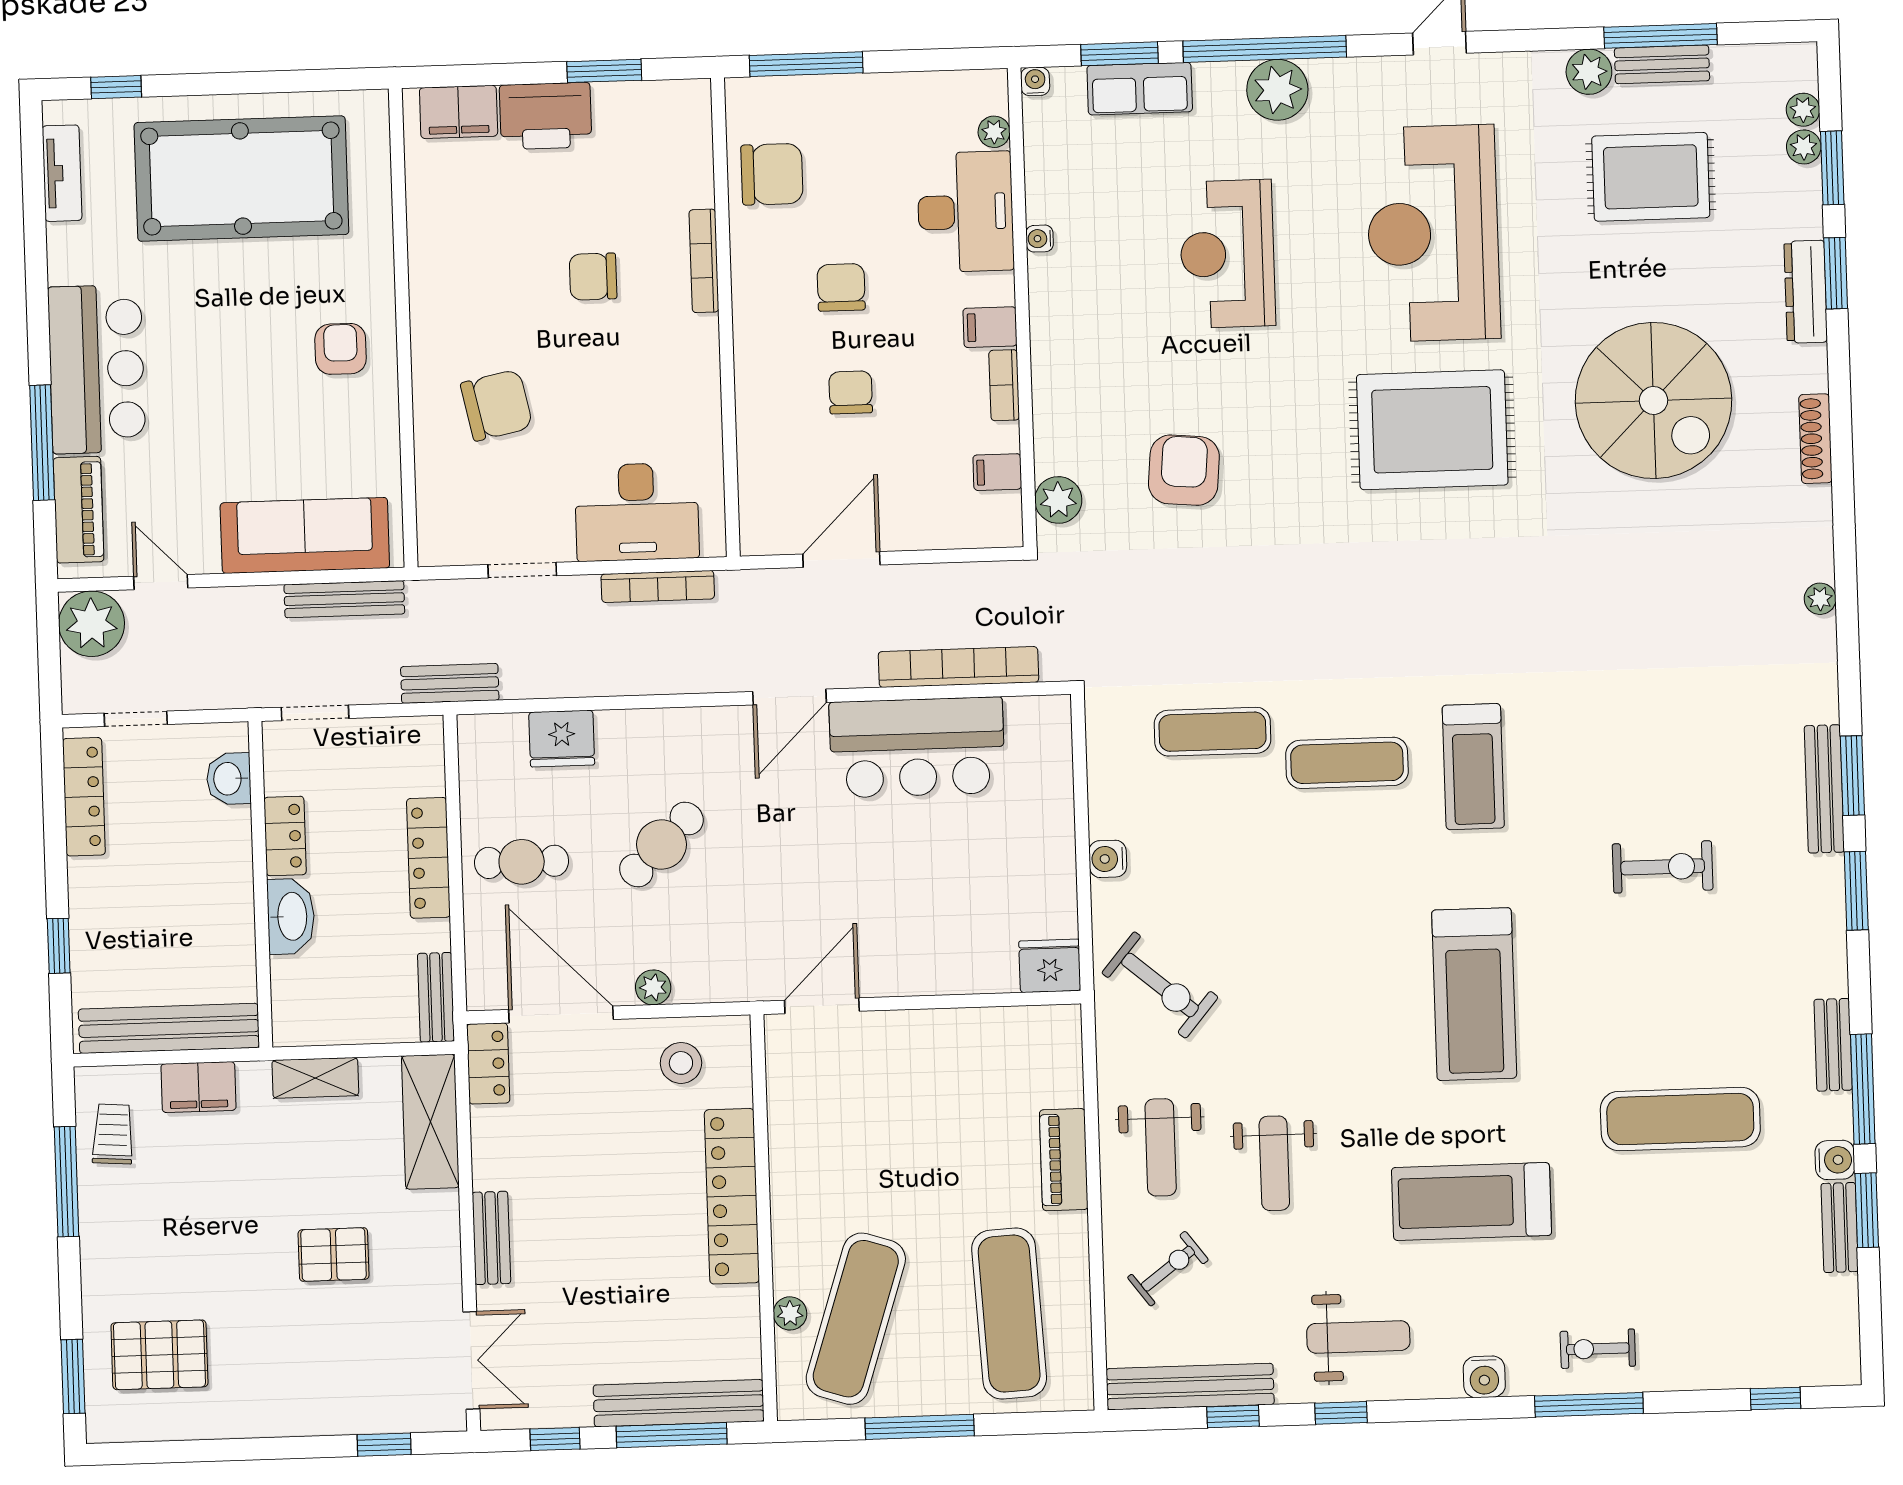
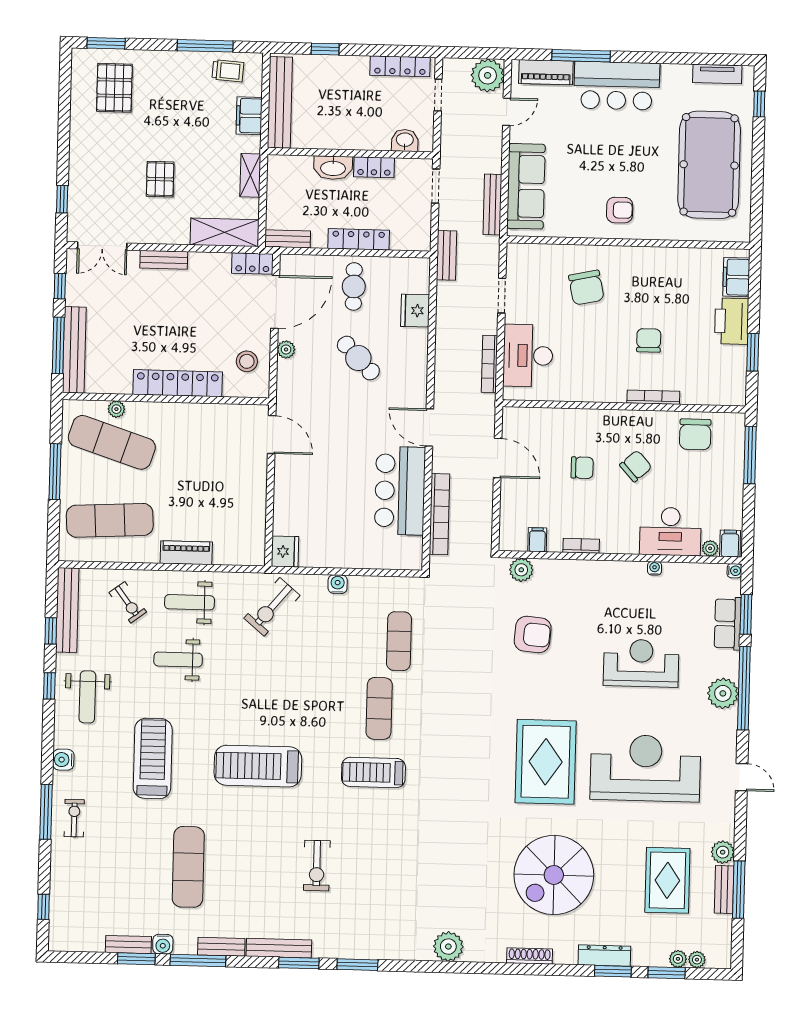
chair: (841, 287) -> (636, 466), turned -42
filing cabinet: (990, 327) -> (730, 543), moved
plant: (1820, 599) -> (448, 947), width x1.88, depth x1.88
bench: (1824, 789) -> (279, 948), moved

